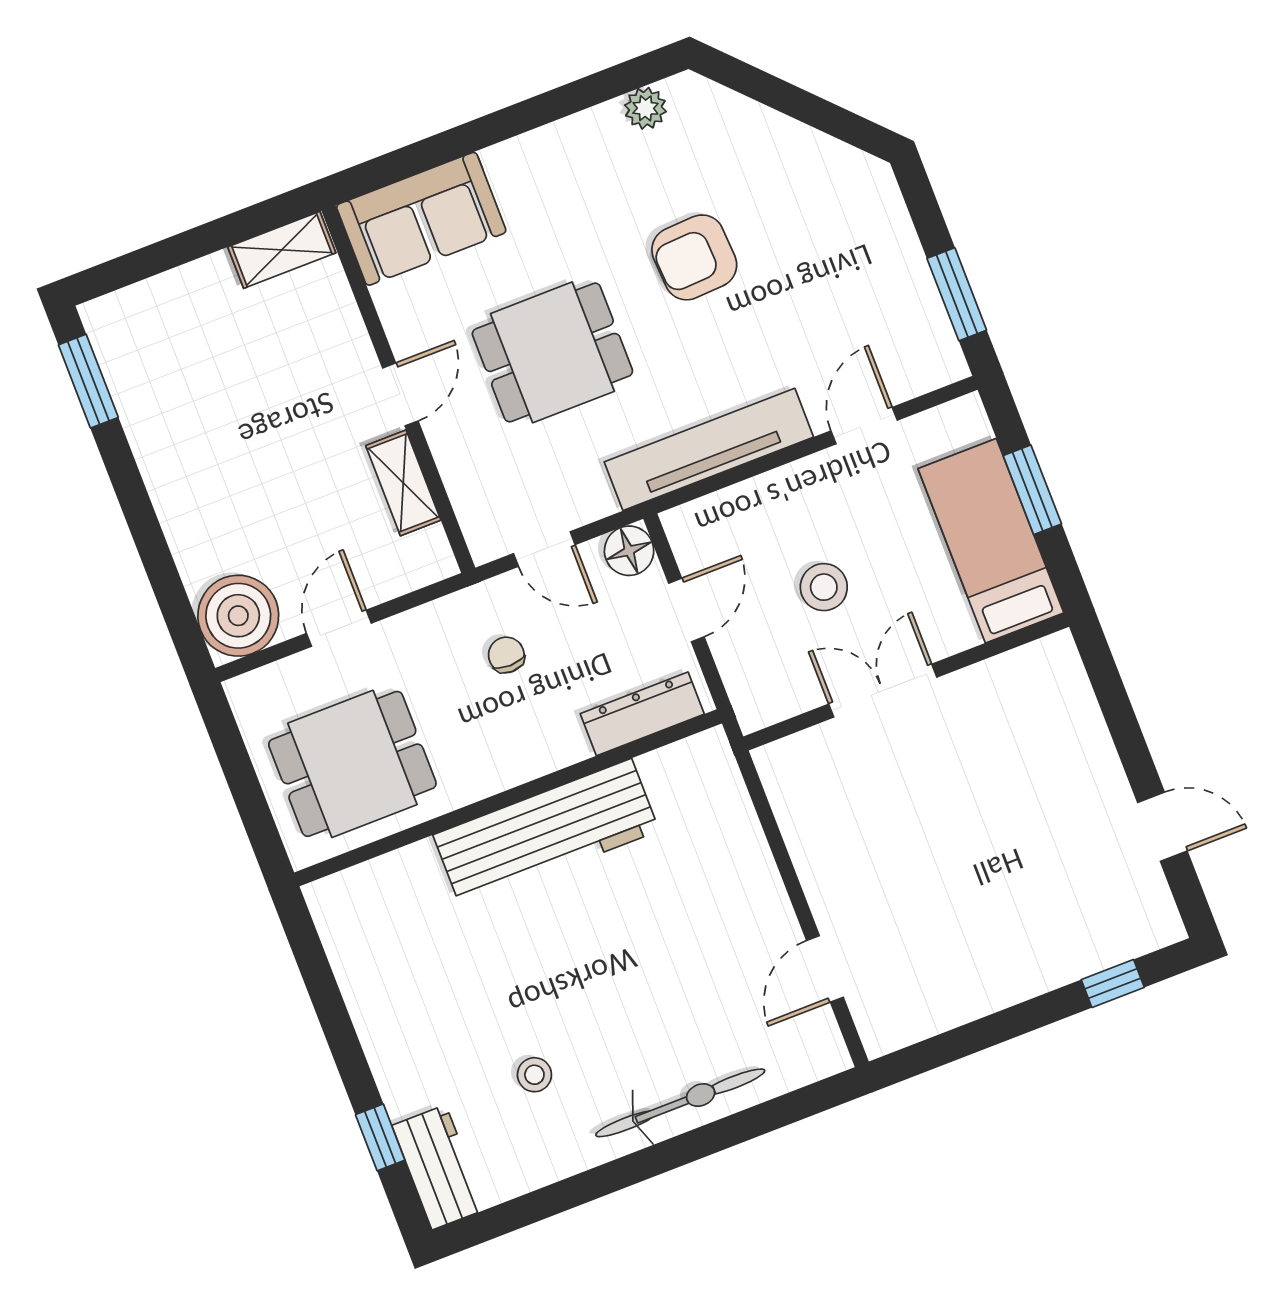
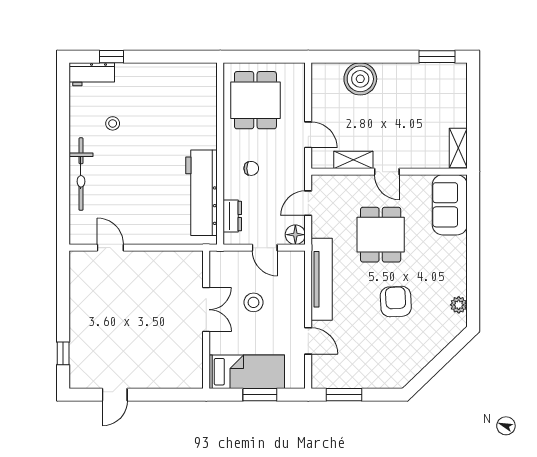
boiler: (238, 616) -> (360, 79), moved
door: (339, 628) -> (308, 135), moved
chair: (506, 655) -> (251, 168), moved
dresser: (642, 714) -> (232, 216), width x0.70
workbench: (546, 833) -> (202, 193), moved

